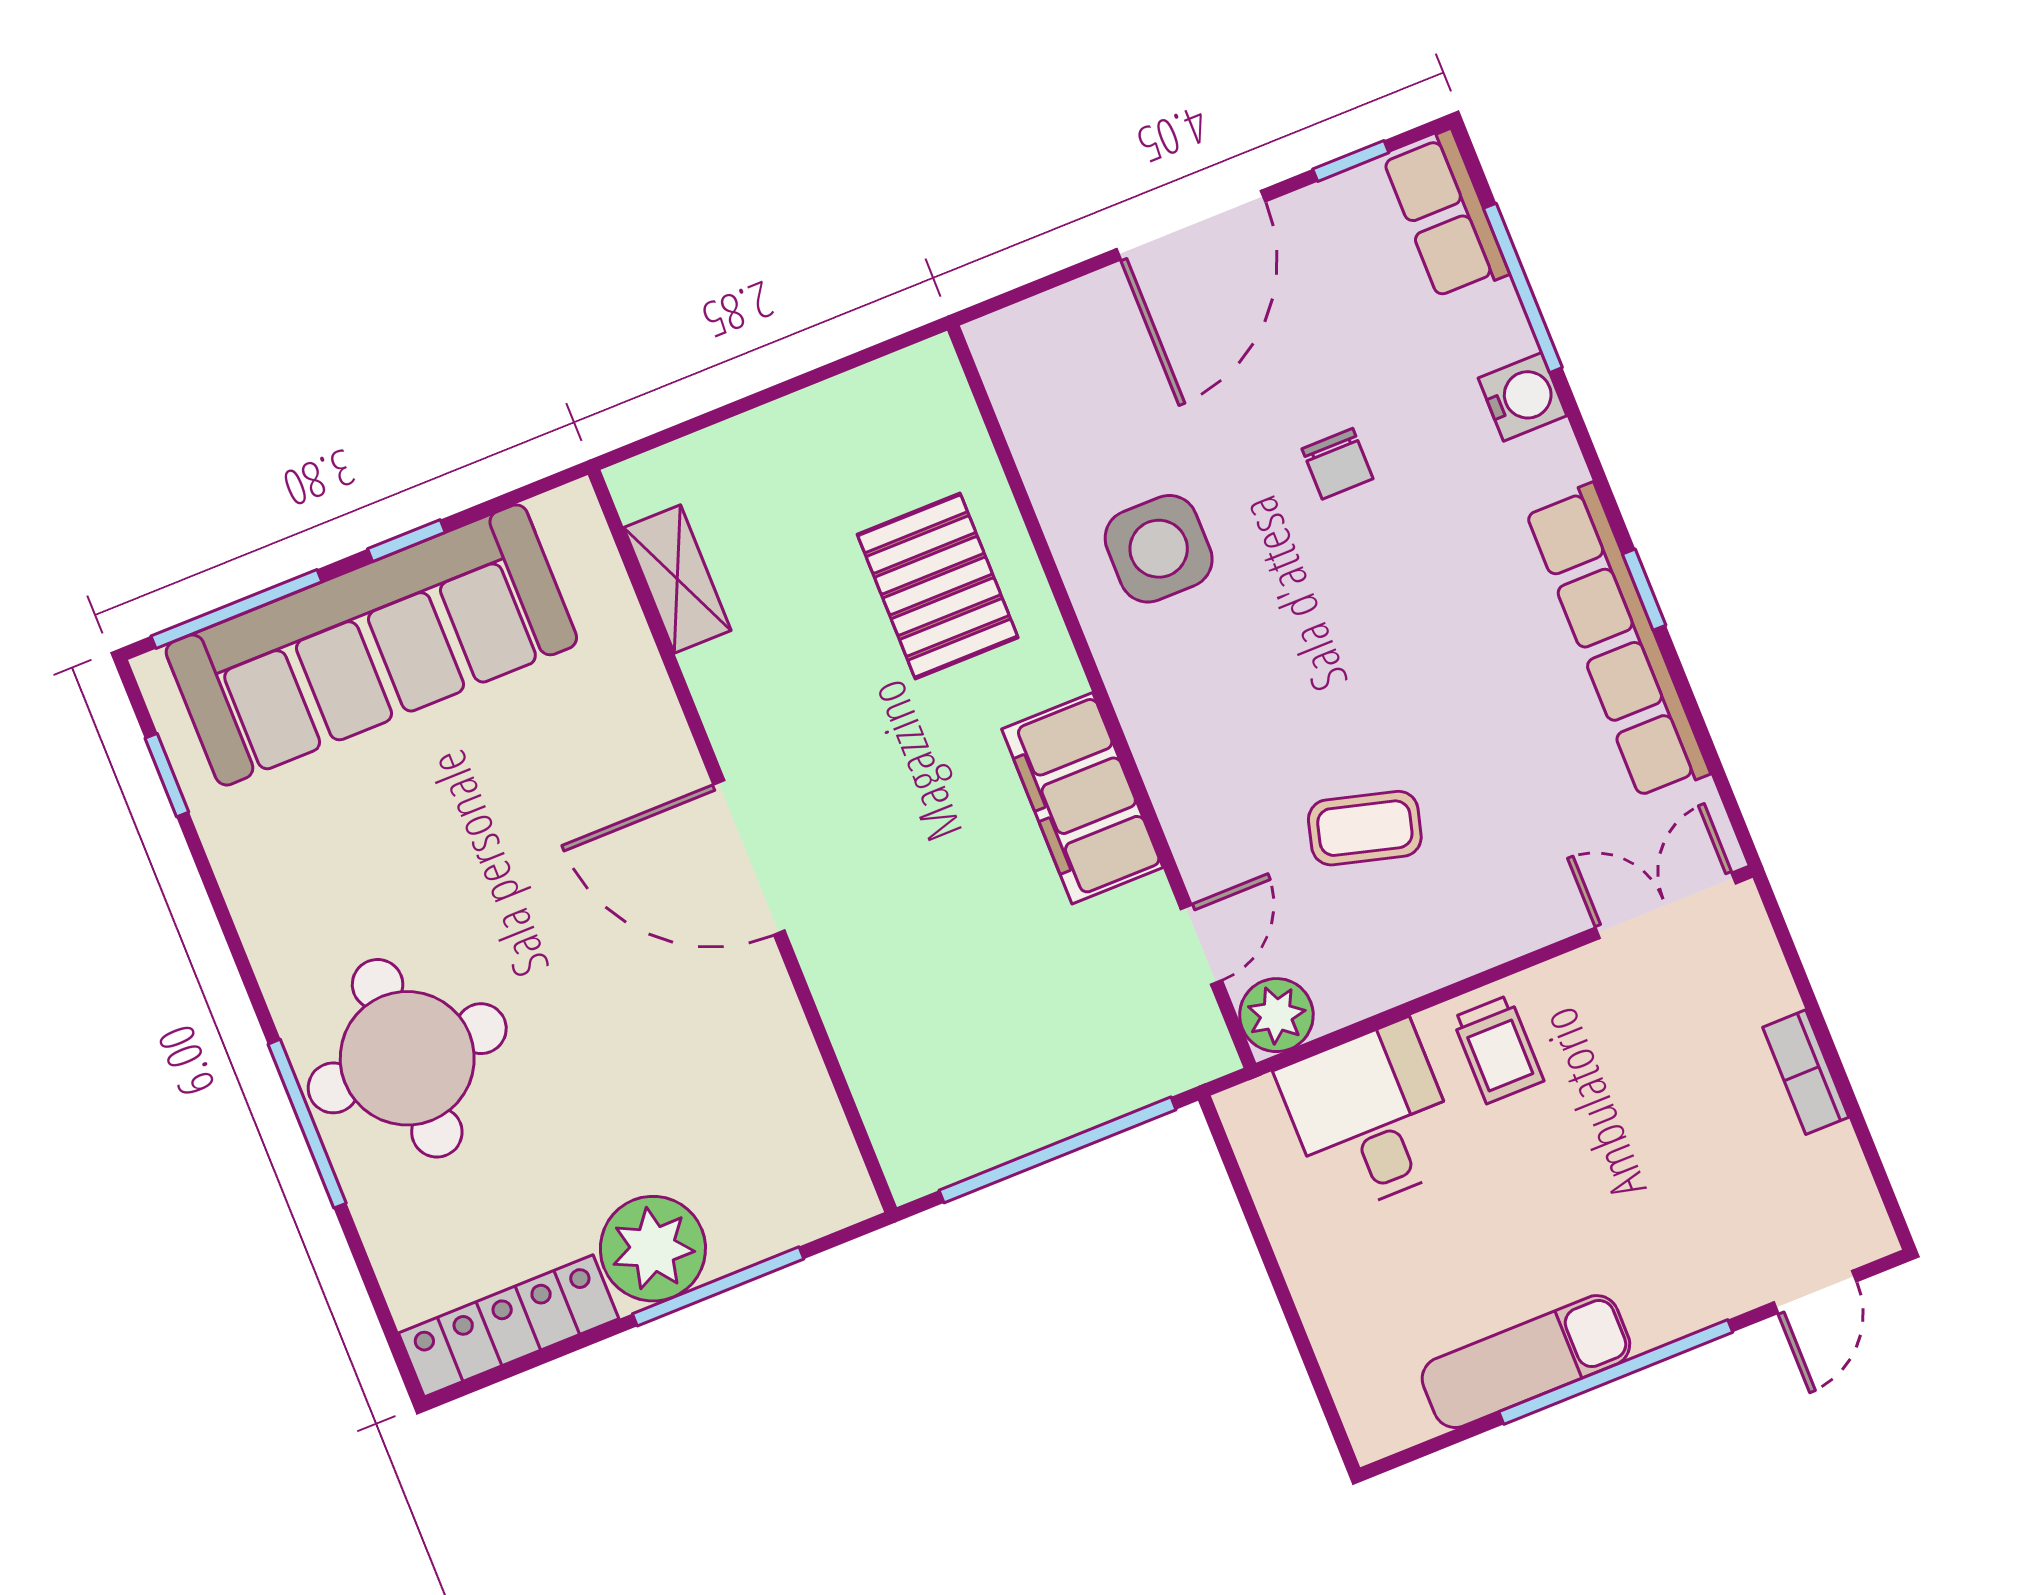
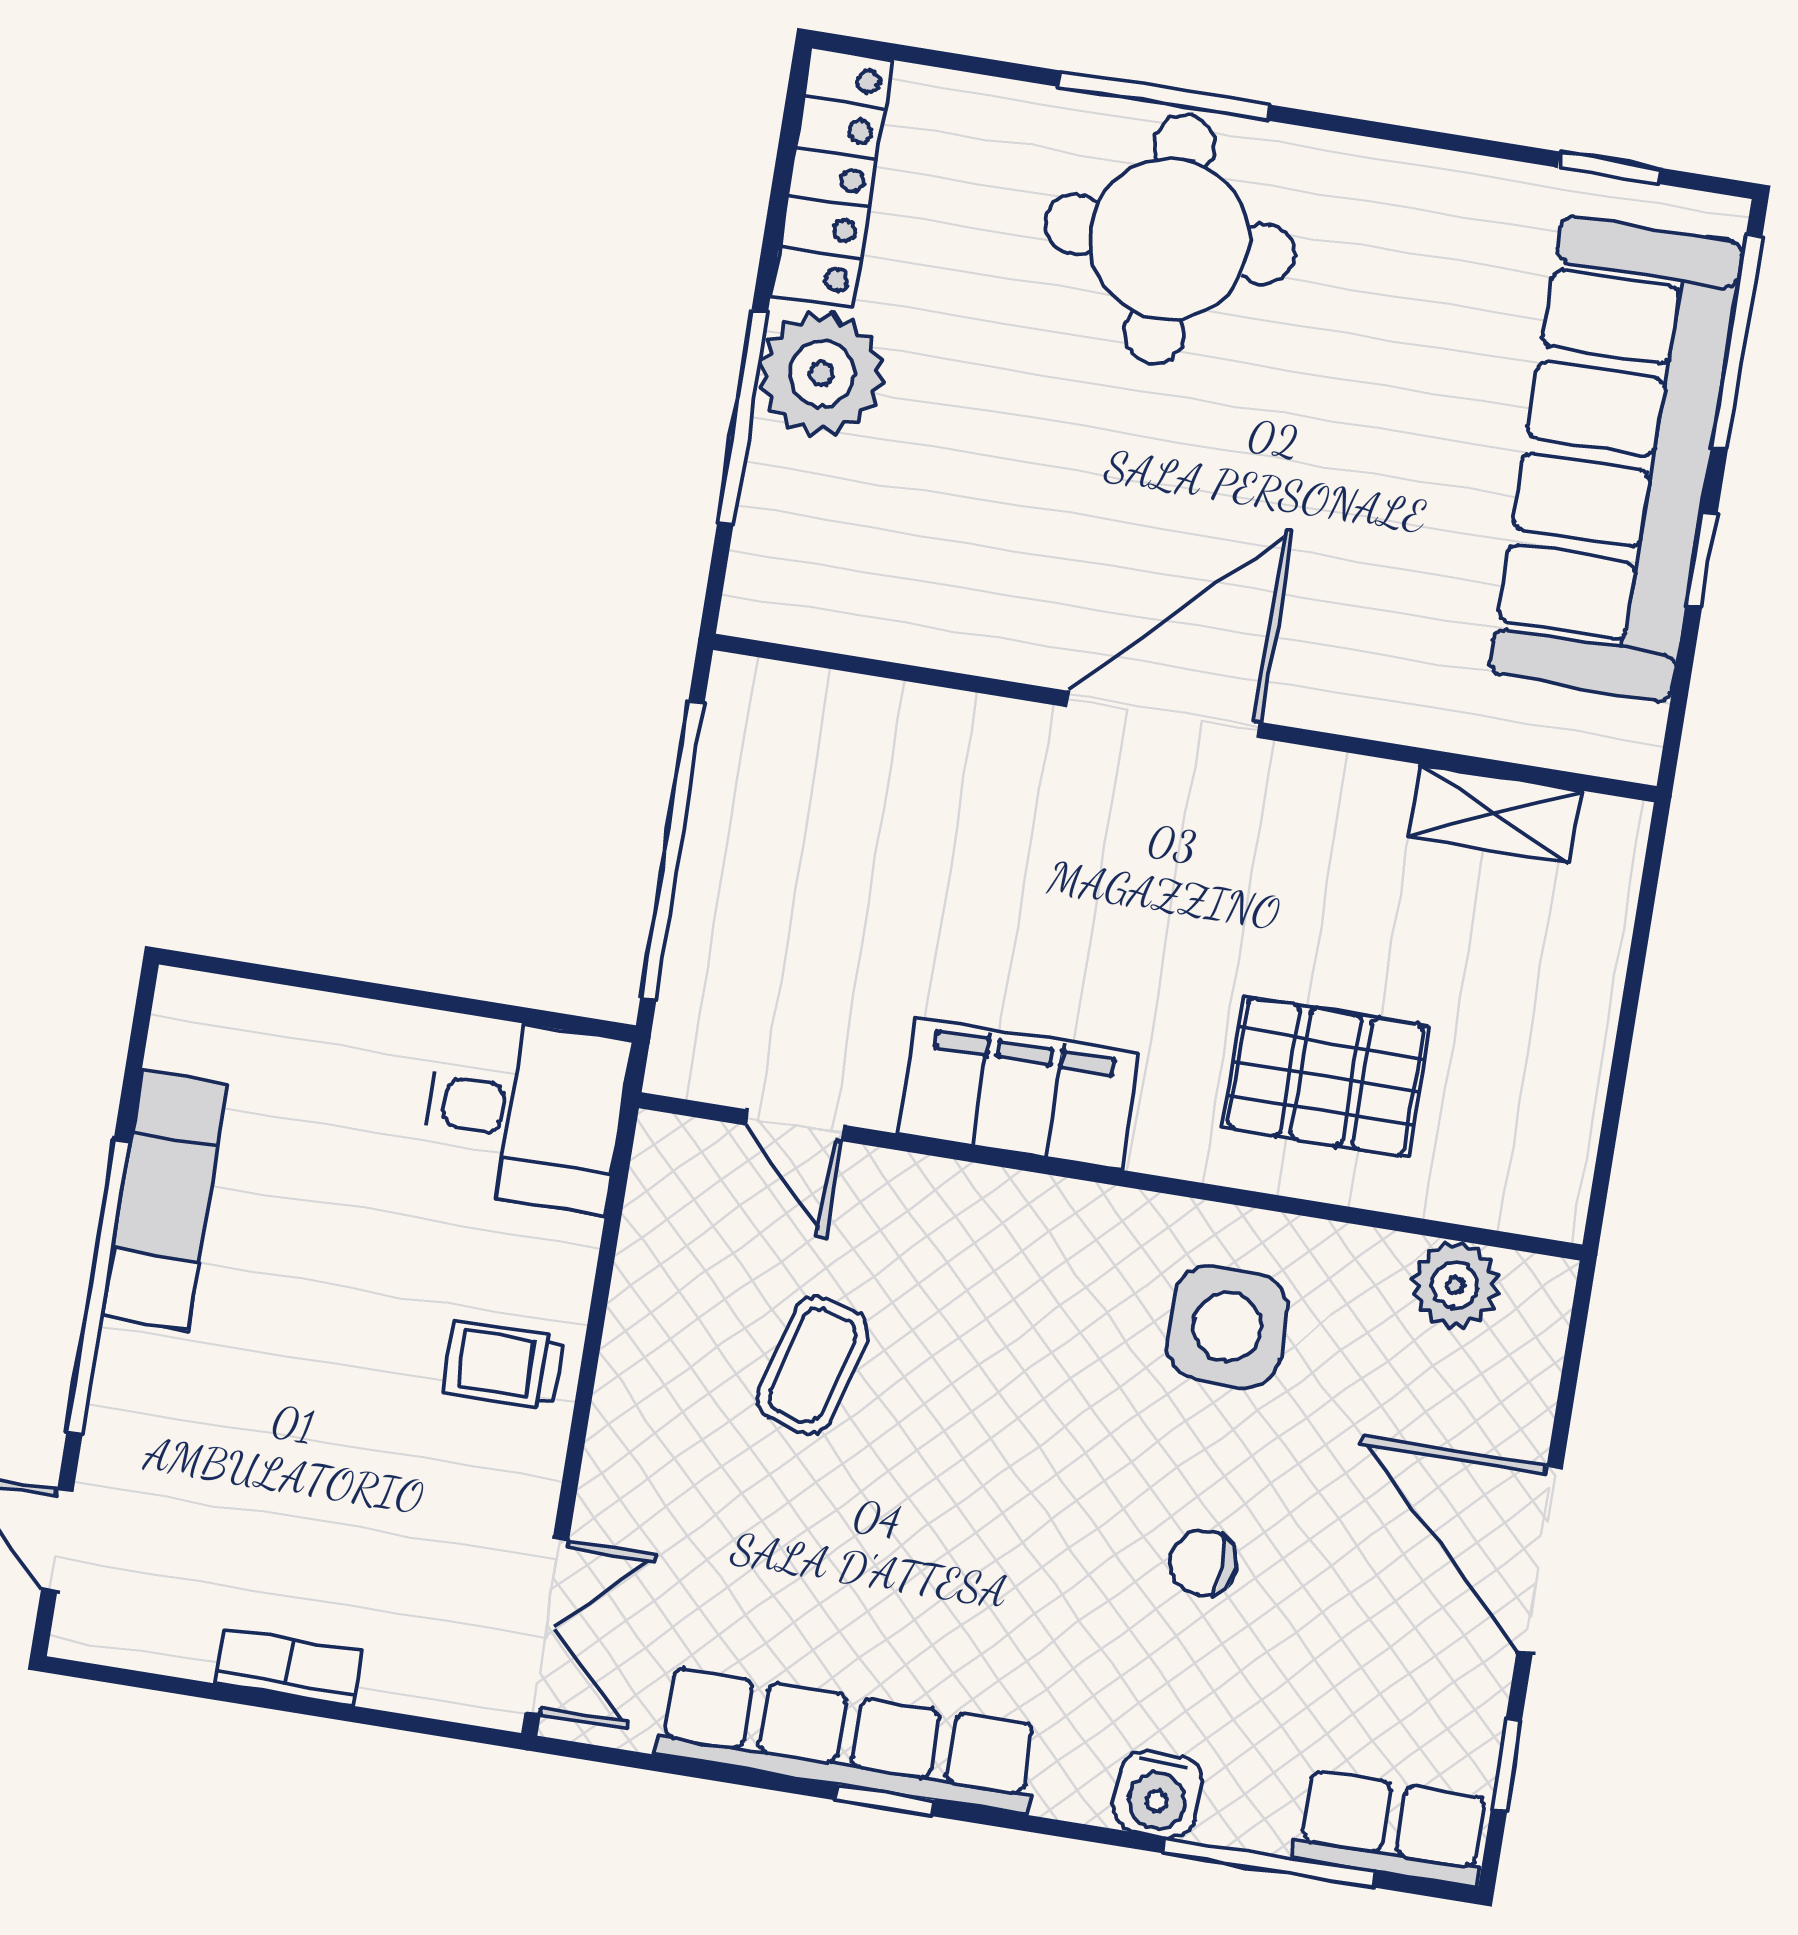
plant: (1276, 1015) -> (1455, 1285), moved
desk: (1370, 1117) -> (525, 1113), moved

